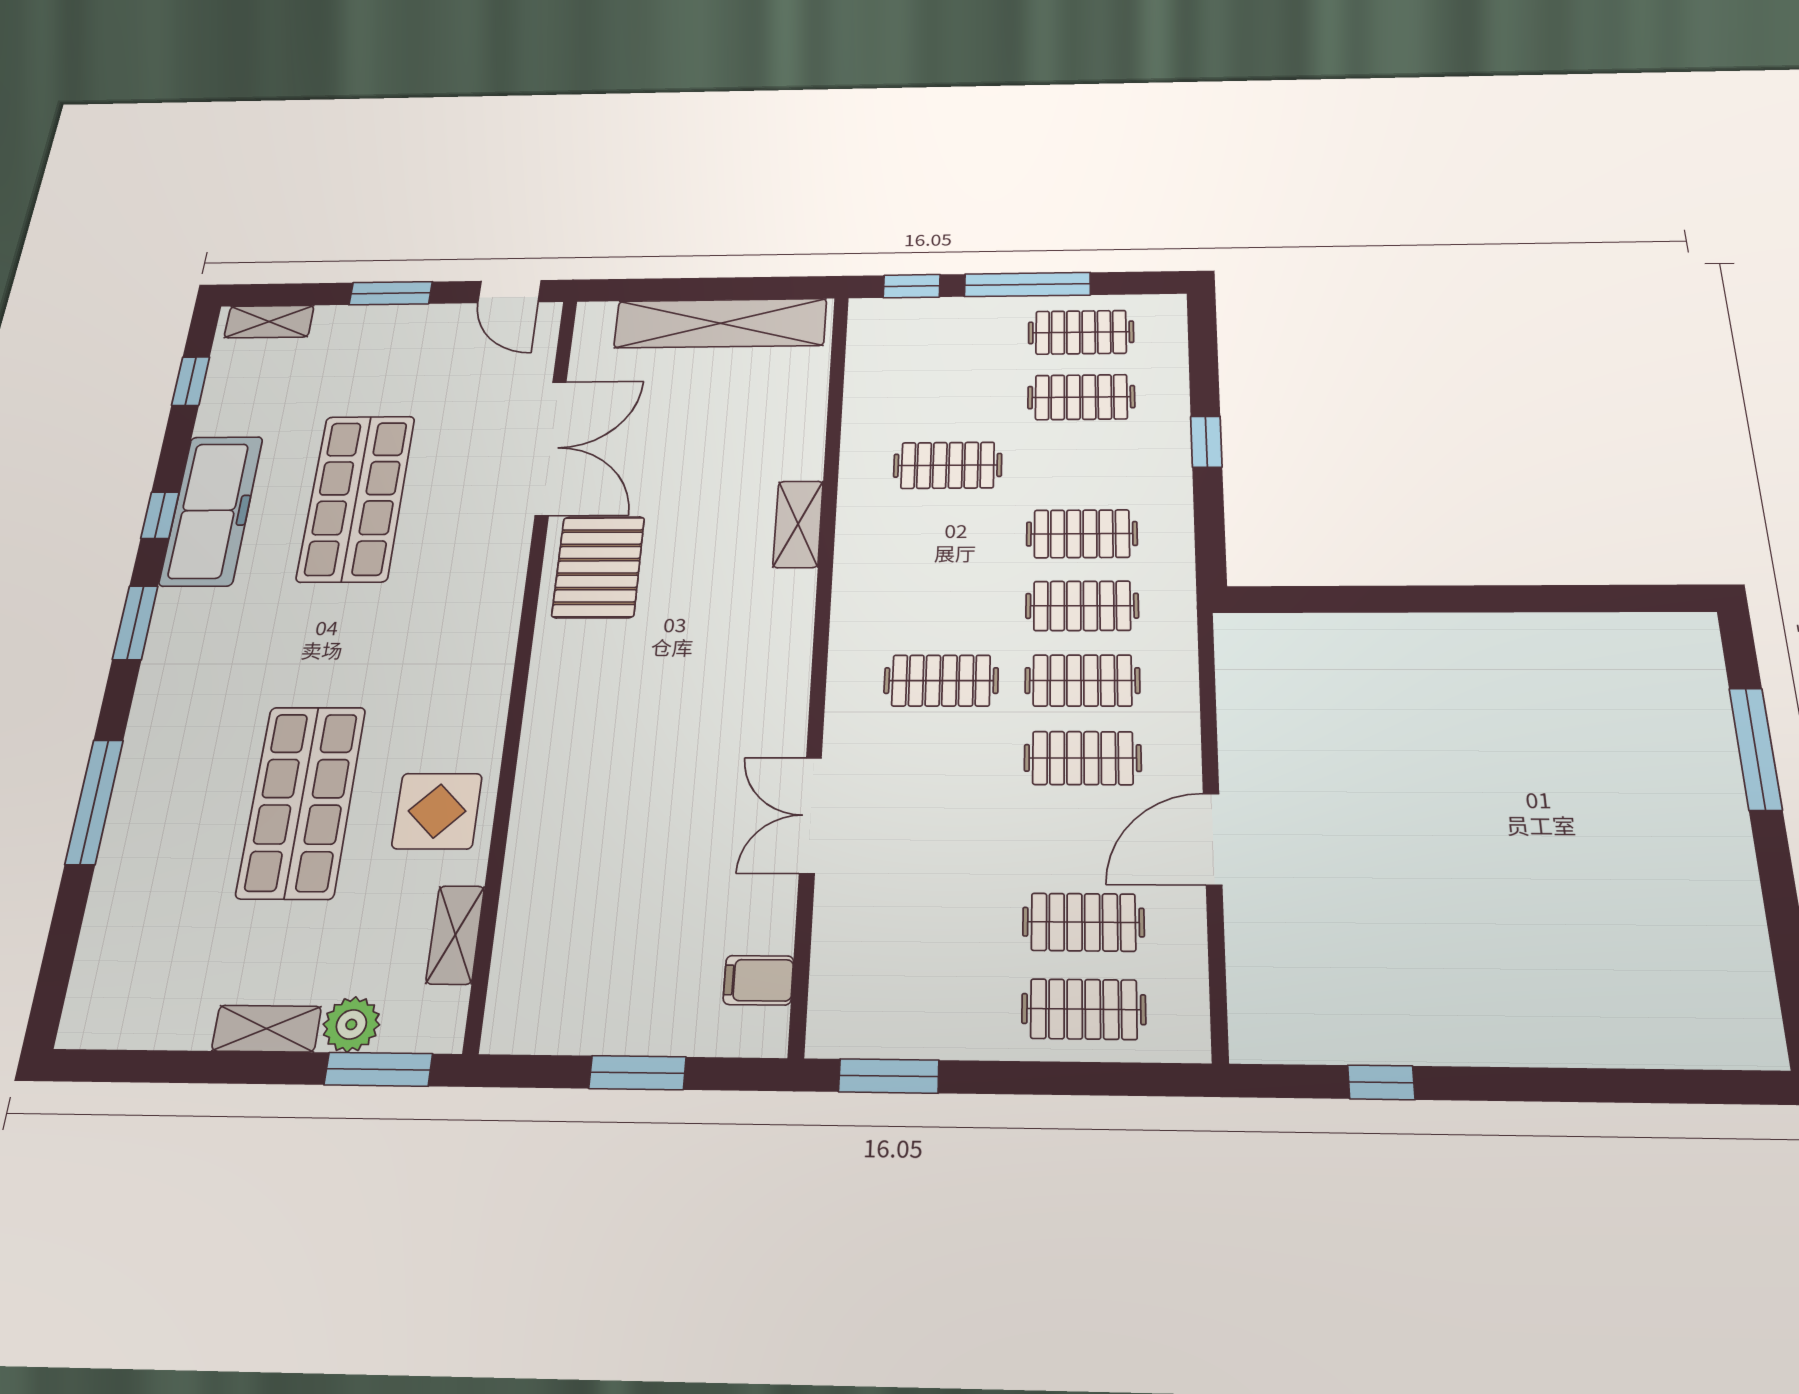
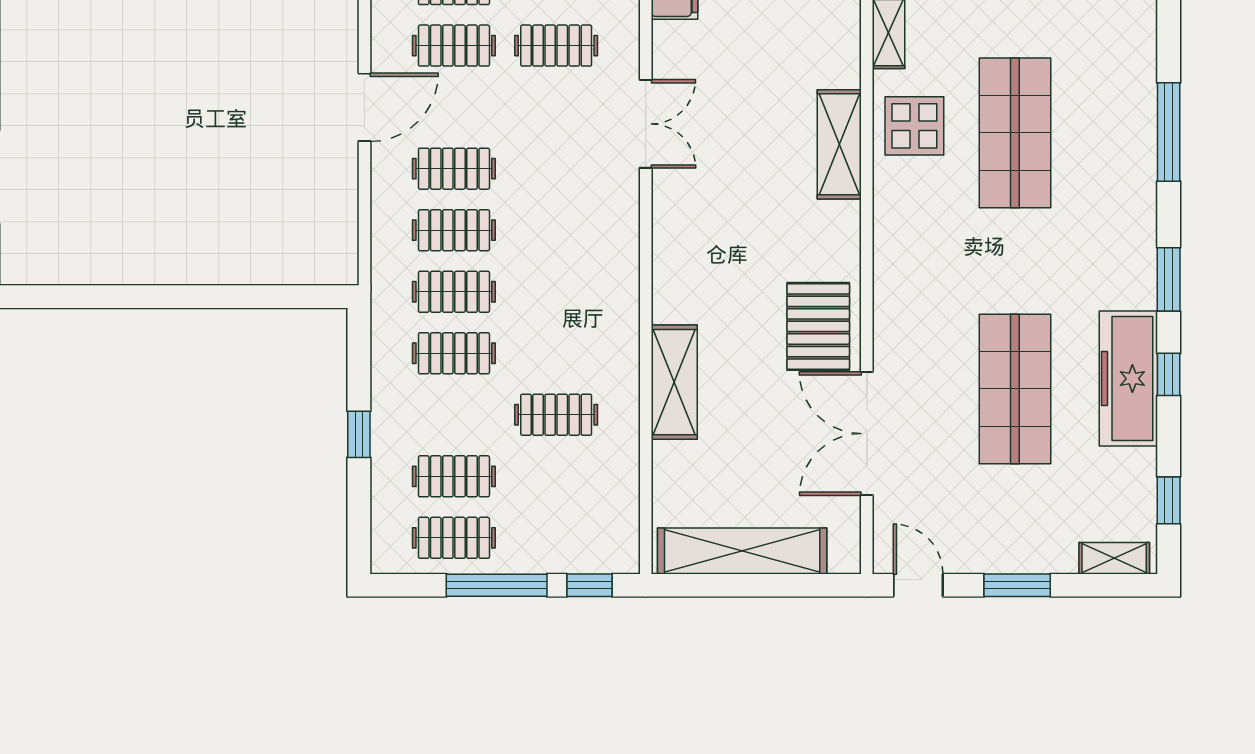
shelving: (798, 524) -> (674, 382), width x1.50, depth x1.33
clothes rail: (941, 681) -> (556, 46), moved
shelving: (544, 788) -> (839, 144), added

